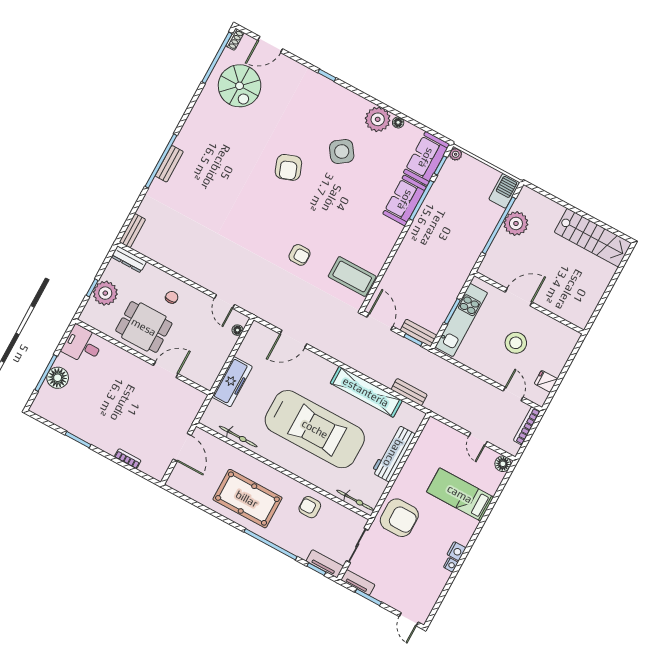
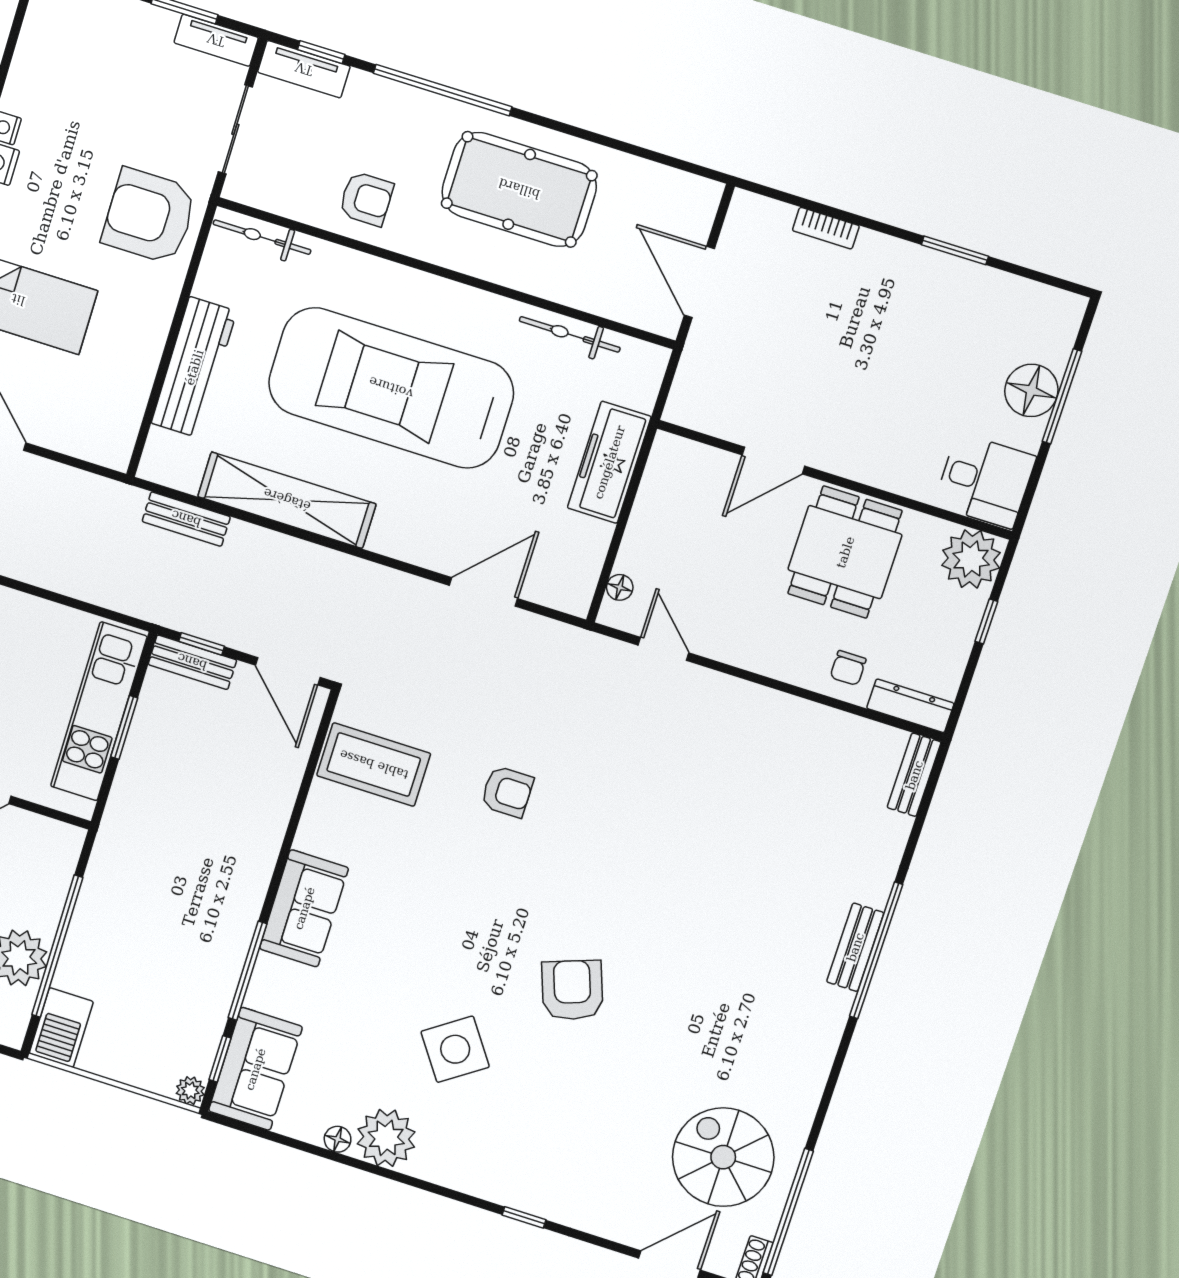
sofa: (405, 200) -> (304, 908), moved
armchair: (299, 255) -> (507, 792), turned 180
plant: (105, 293) -> (971, 559), moved
chair: (172, 297) -> (848, 668), moved
dining table: (144, 327) -> (845, 552), turned 90

